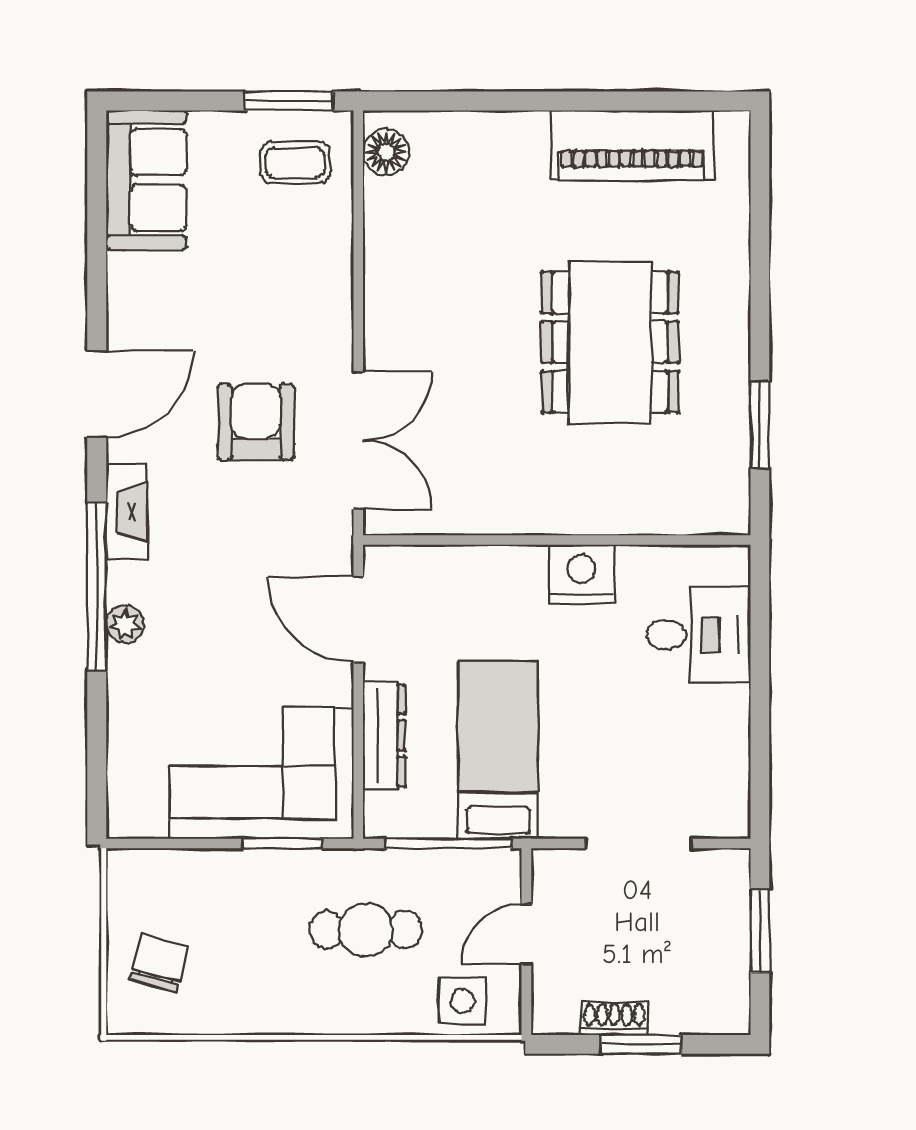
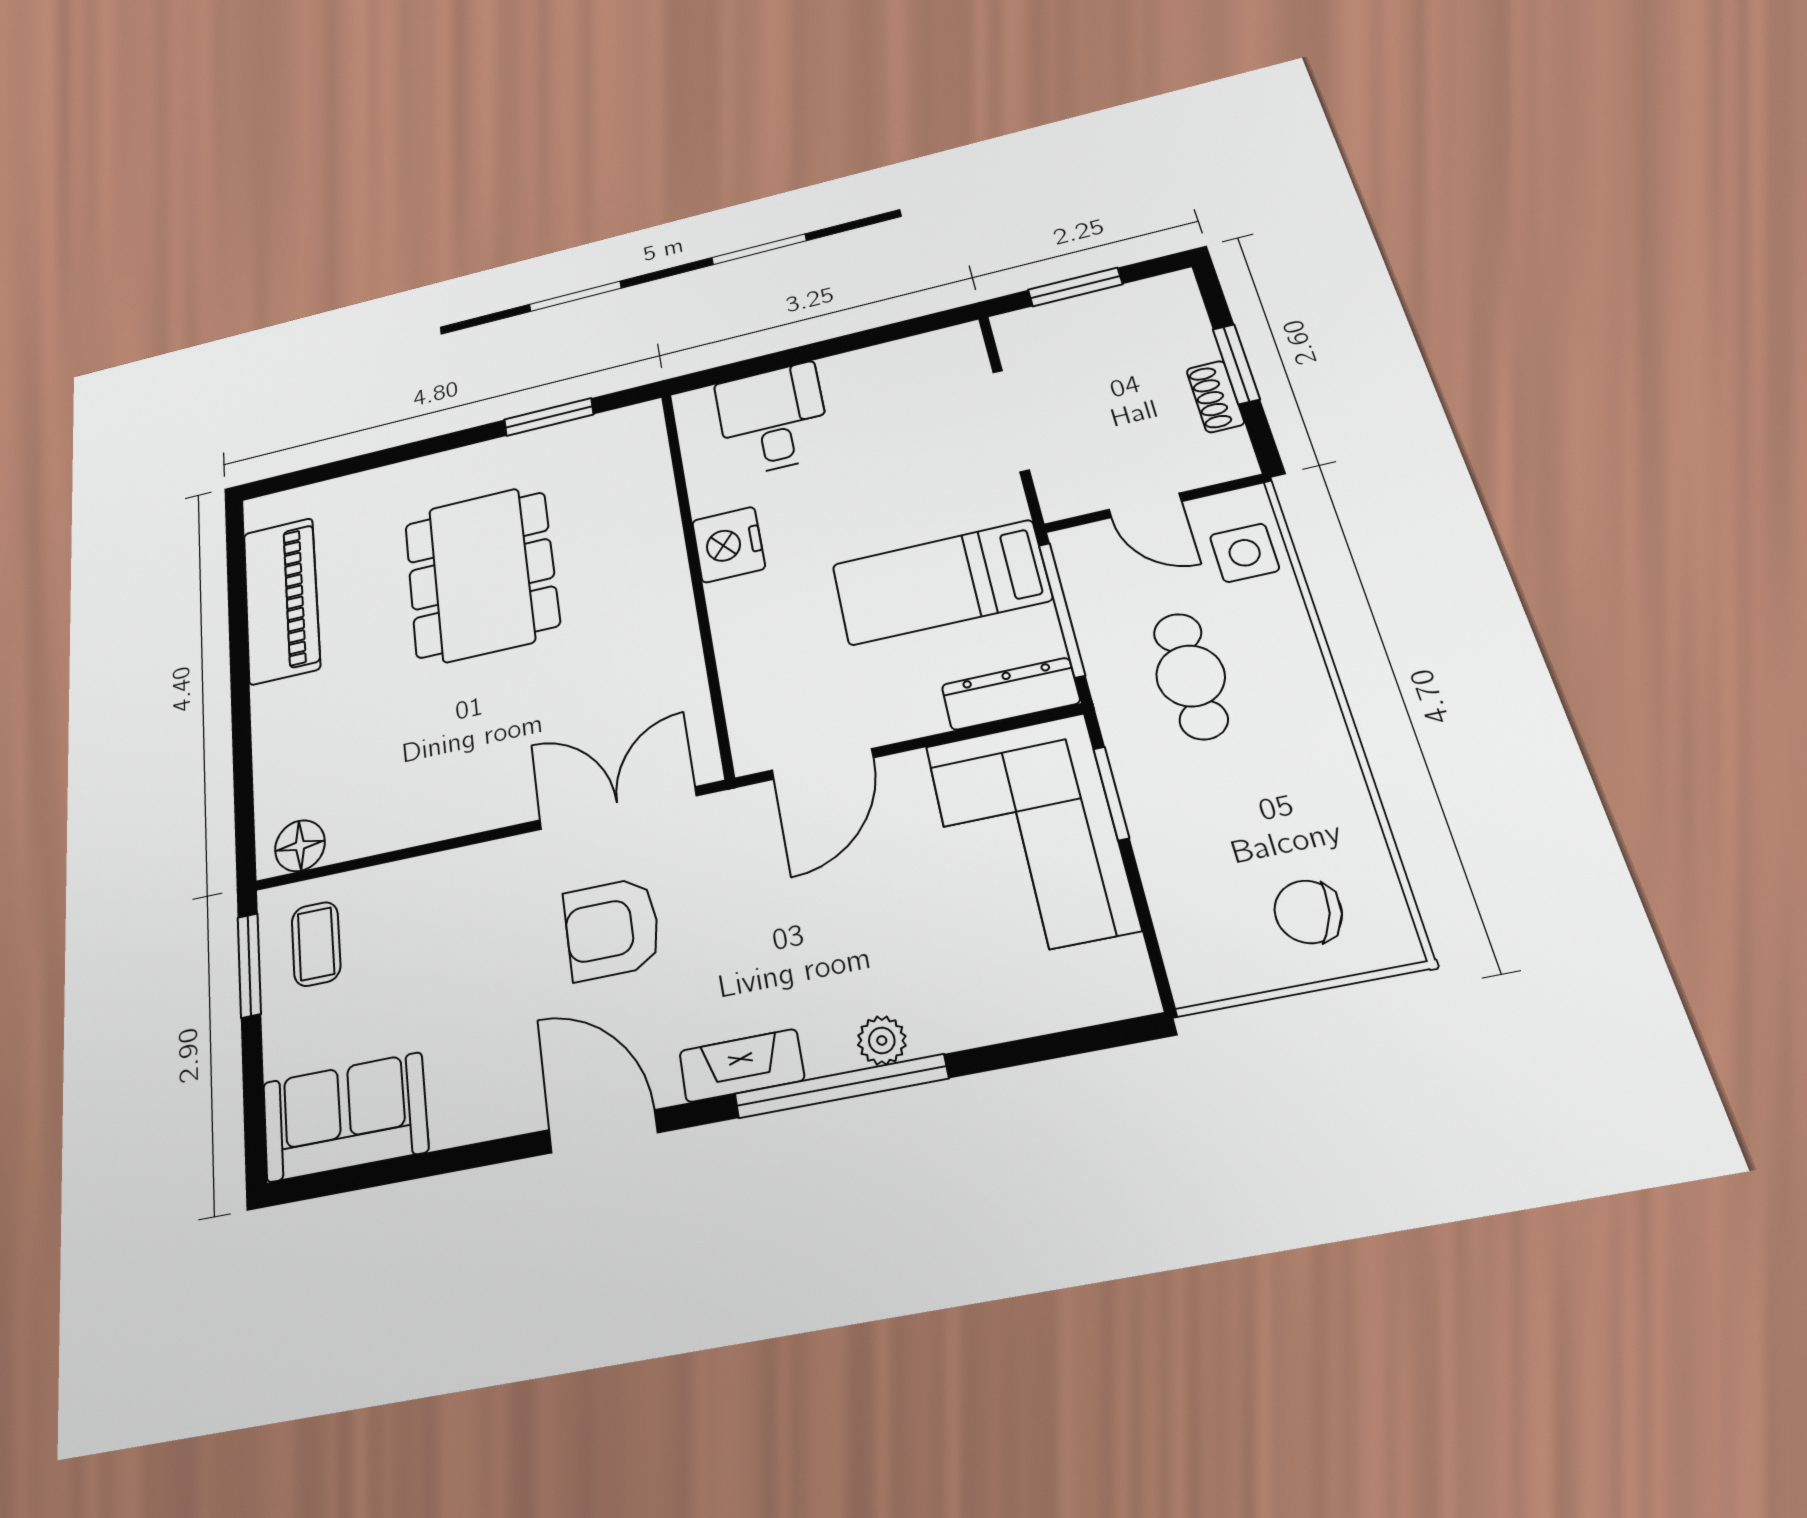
dining table: (610, 342) -> (481, 574), turned 90
dresser: (384, 736) -> (1011, 694), moved

